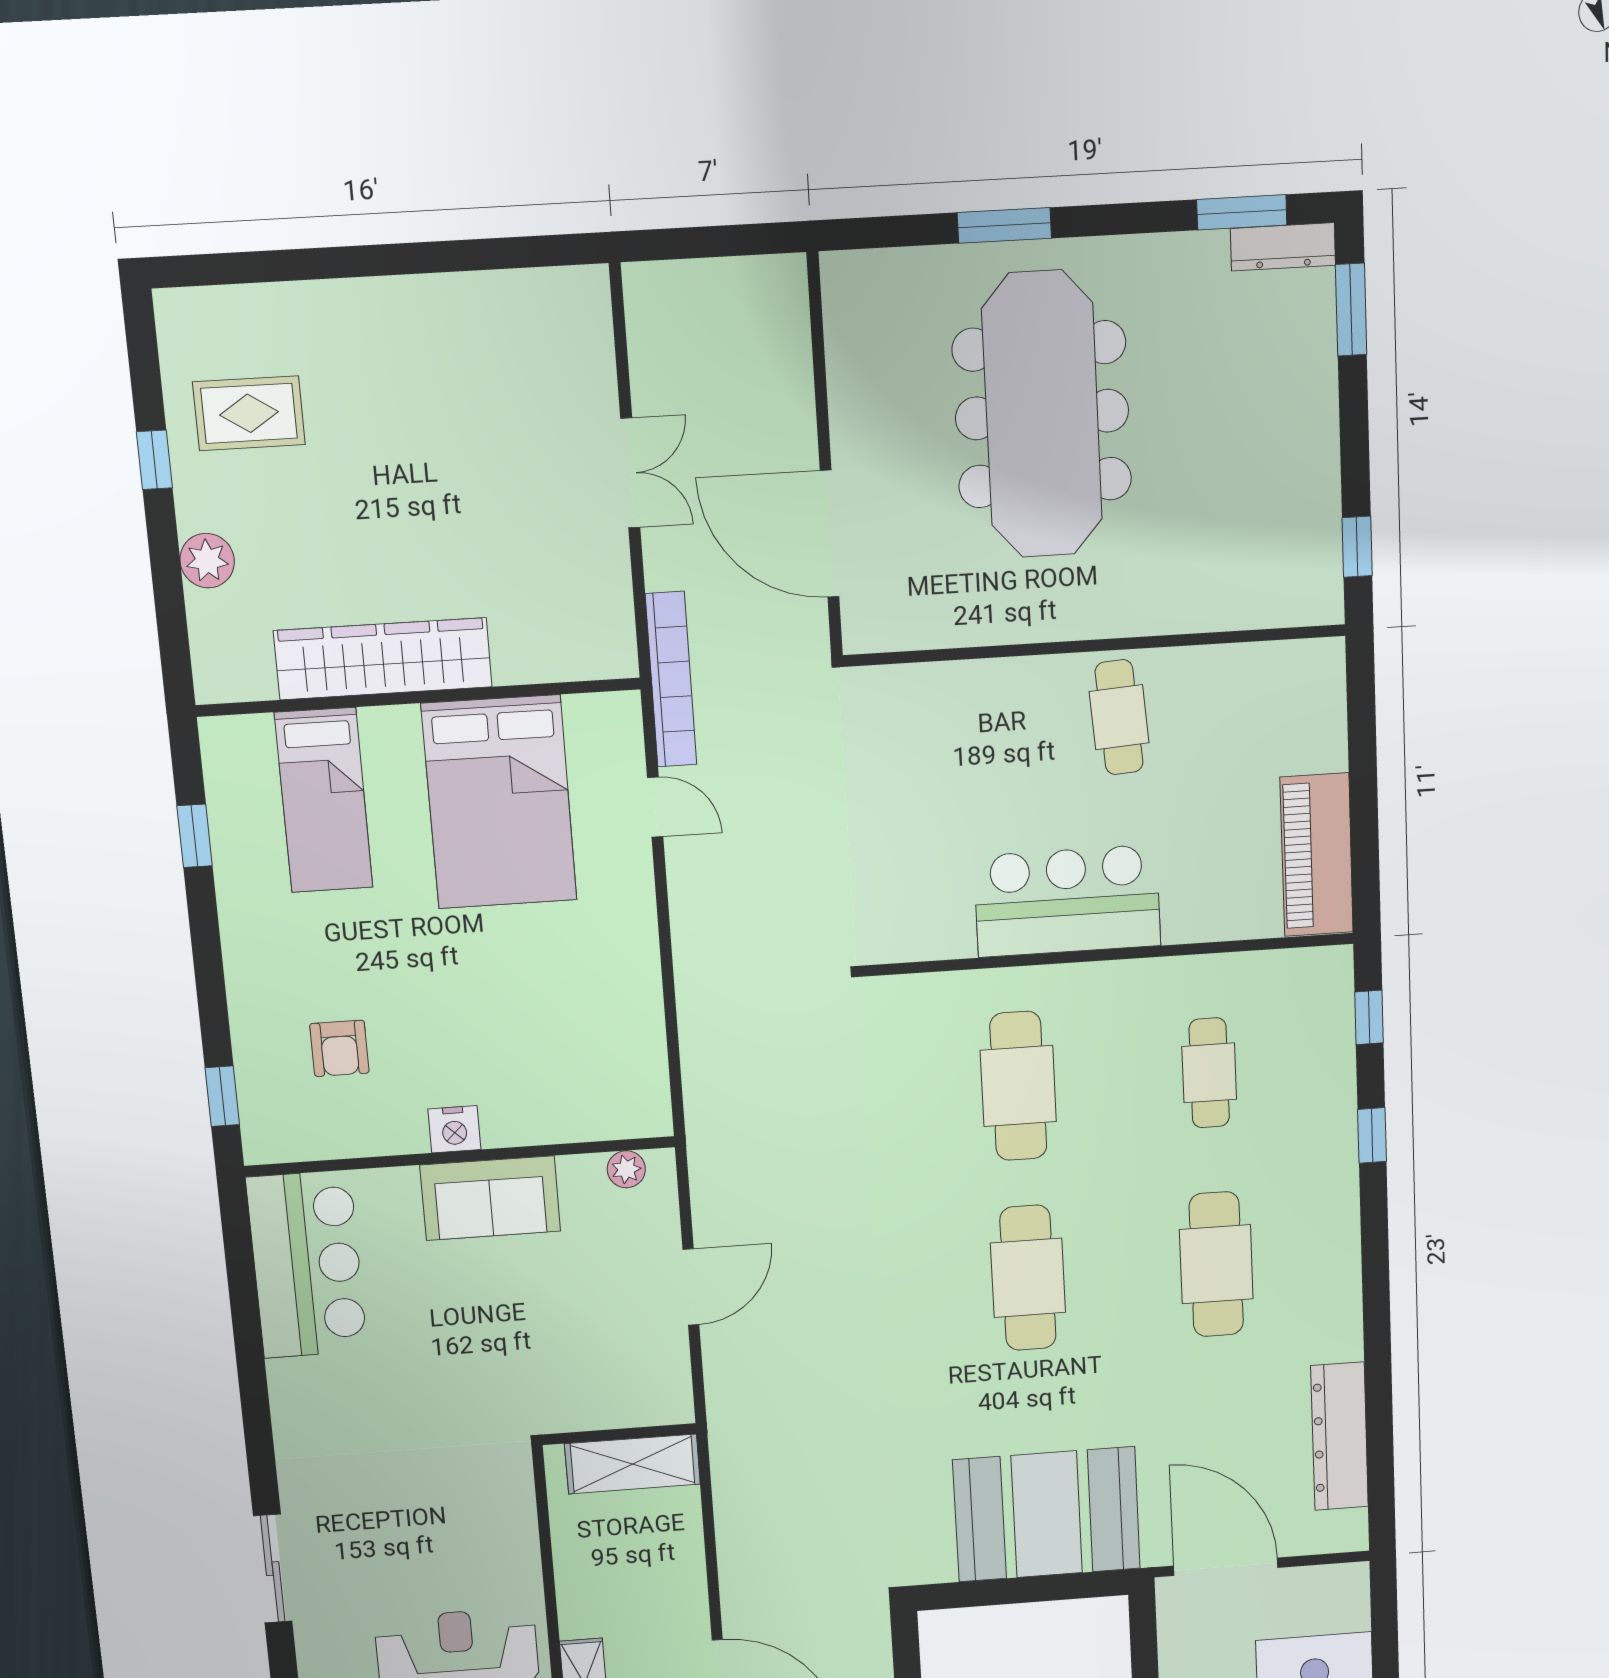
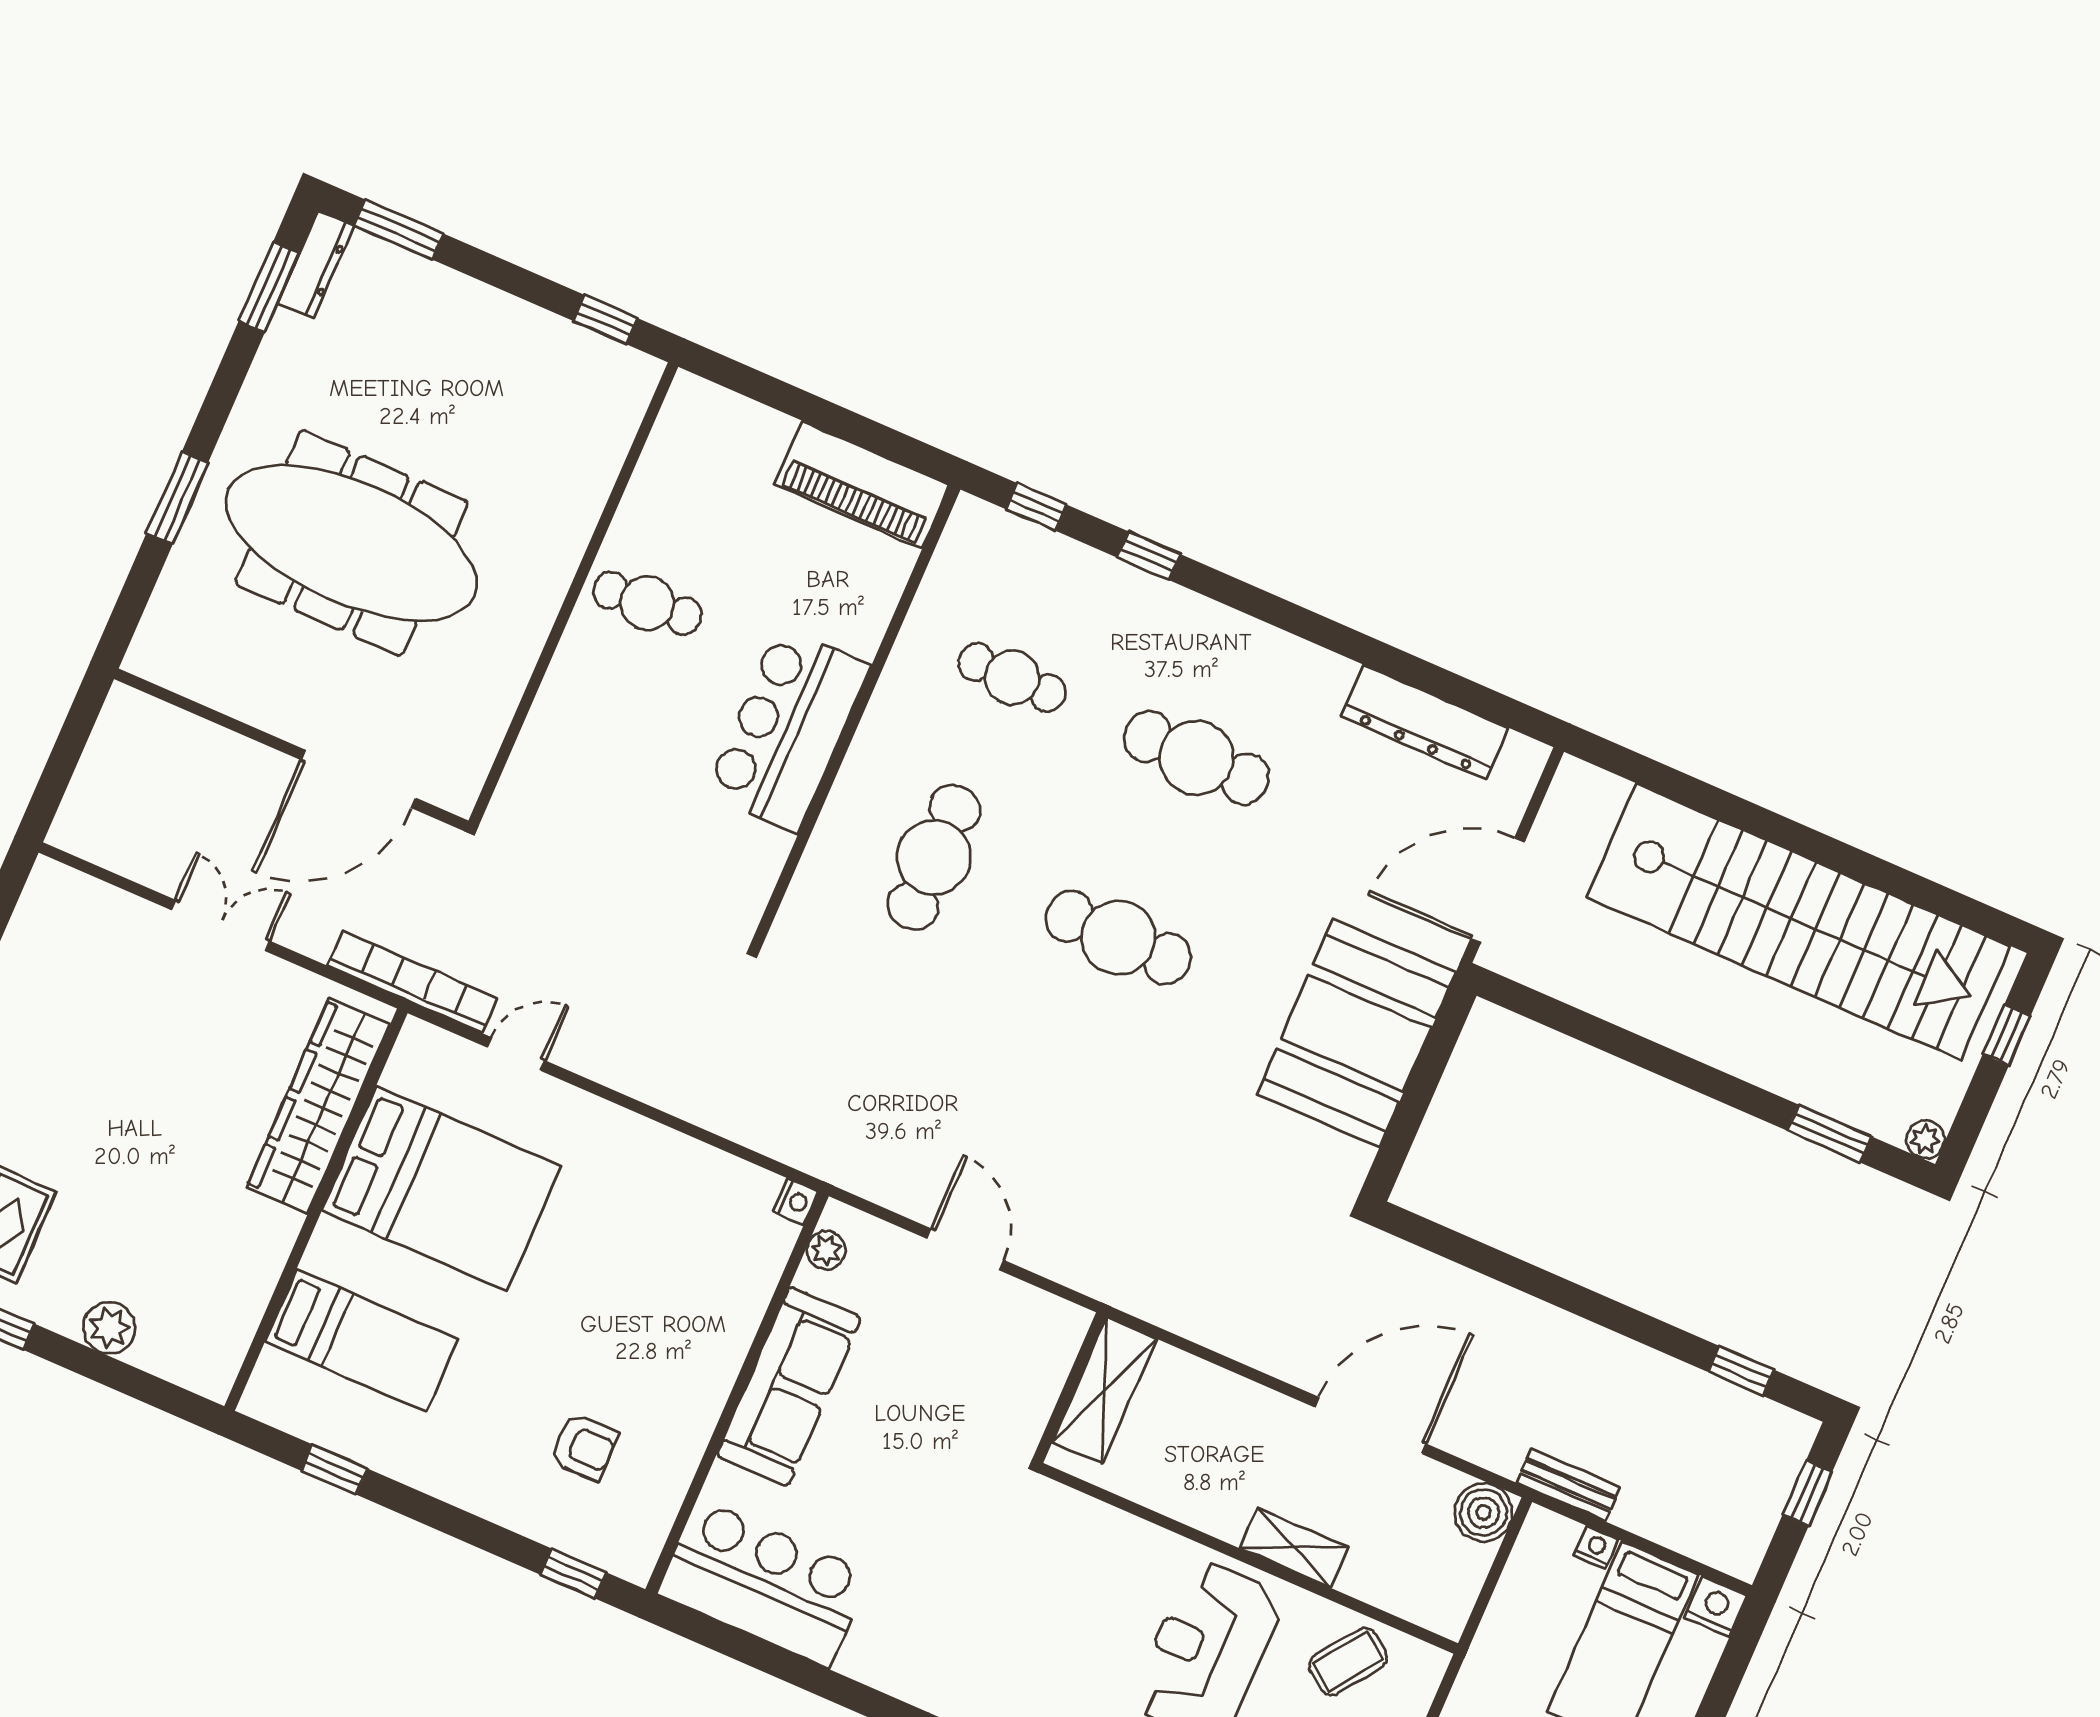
wardrobe: (383, 659) -> (318, 1106), moved
cafe table: (1018, 1086) -> (934, 857), turned 90
nightstand: (454, 1129) -> (796, 1201), moved, width x0.72, depth x0.74
sofa: (490, 1198) -> (789, 1386), width x1.36

